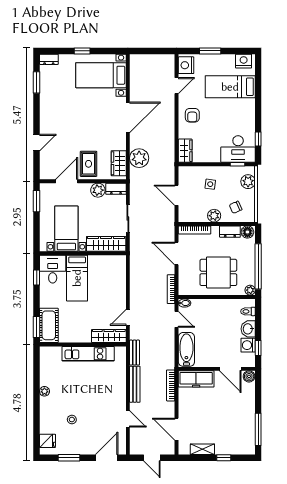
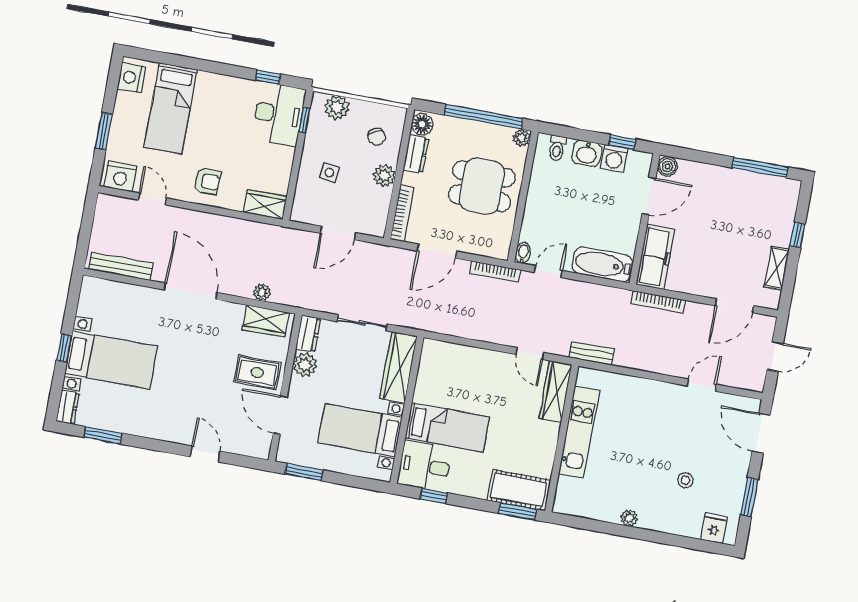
bed with nightstands: (101, 75) -> (111, 360), moved, turned -90
plant: (139, 158) -> (262, 292), width x0.53, depth x0.53
dining table: (218, 272) -> (482, 186), turned 90
bench: (135, 384) -> (121, 266), moved

